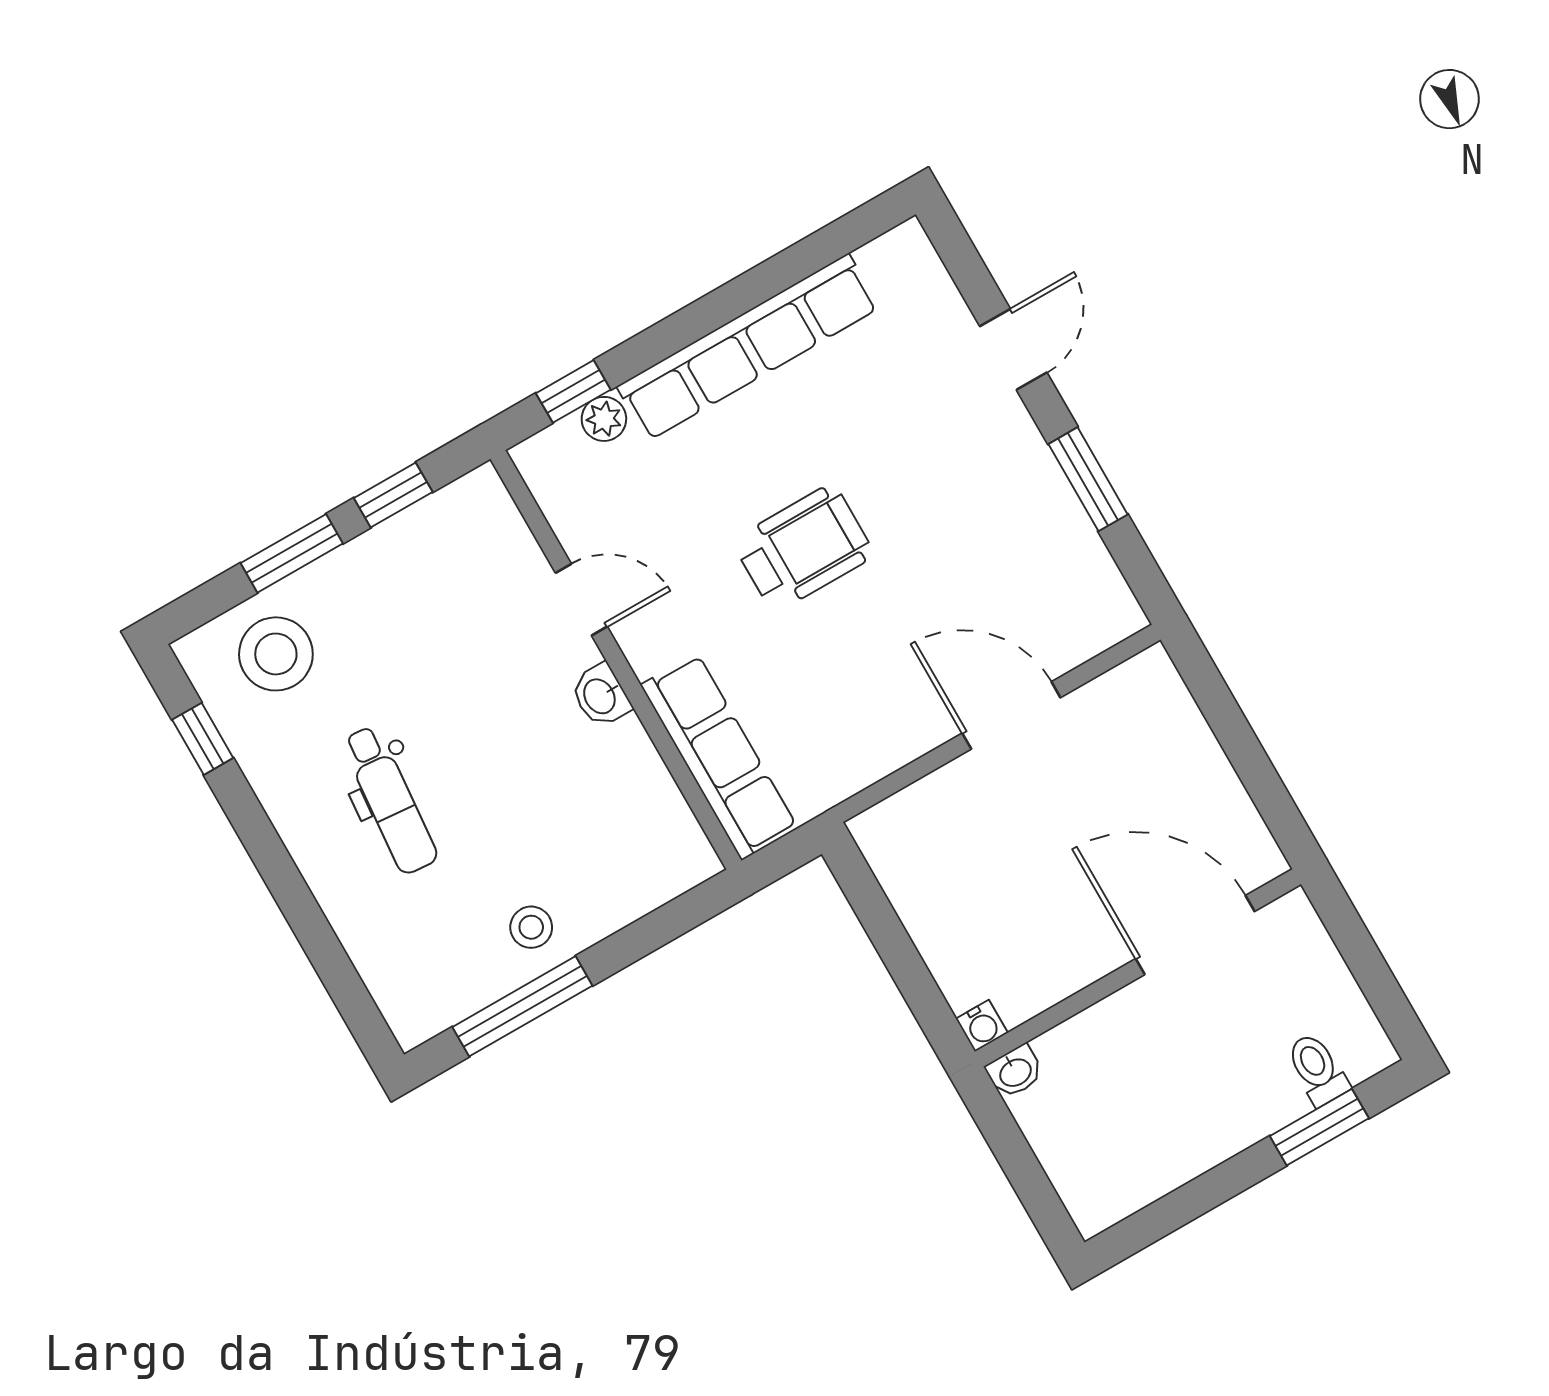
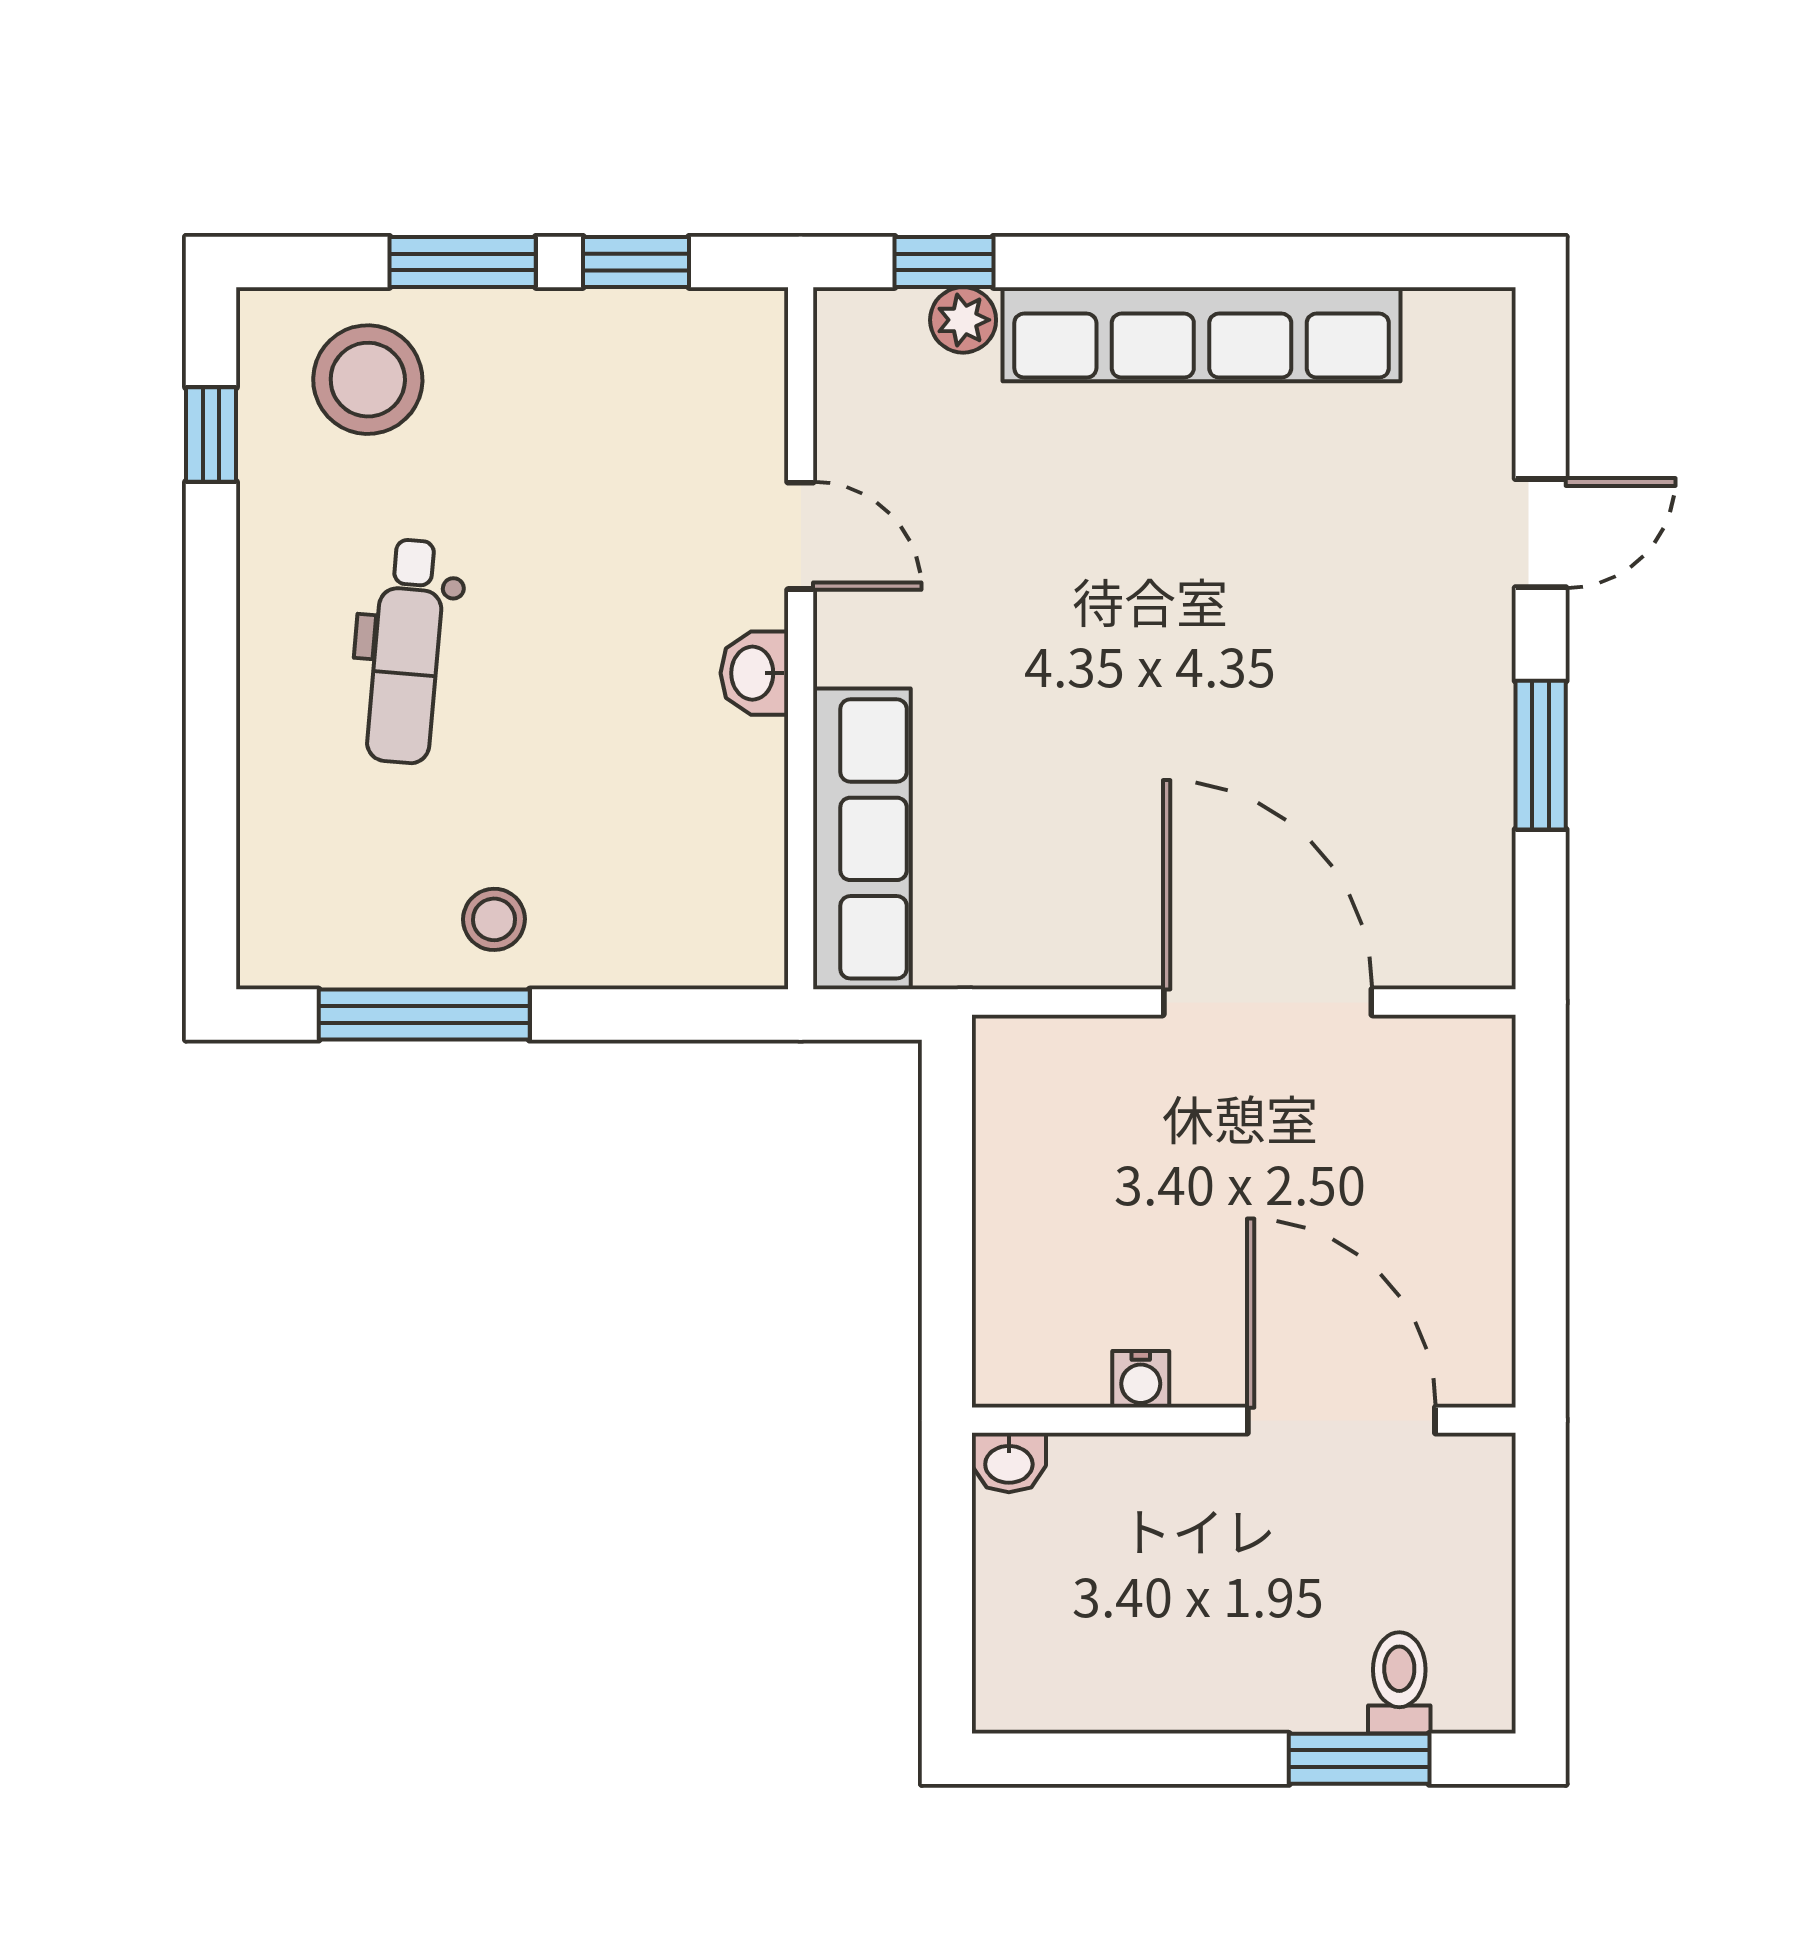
wheelchair: (803, 548) -> (1124, 633), removed
door: (1011, 715) -> (1268, 1002), width x1.36
water cooler: (982, 1026) -> (1141, 1379), moved

